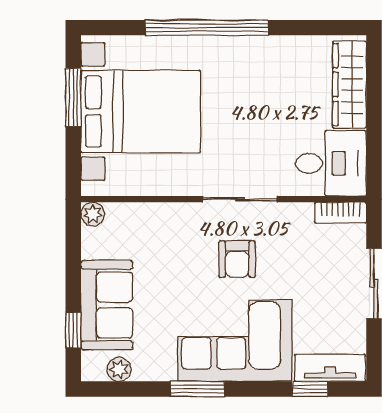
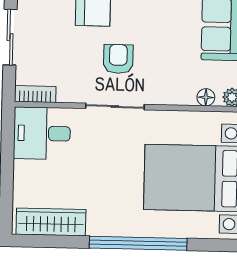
wardrobe: (350, 85) -> (51, 222), moved, turned -90
floor lamp: (126, 213) -> (206, 97), added

